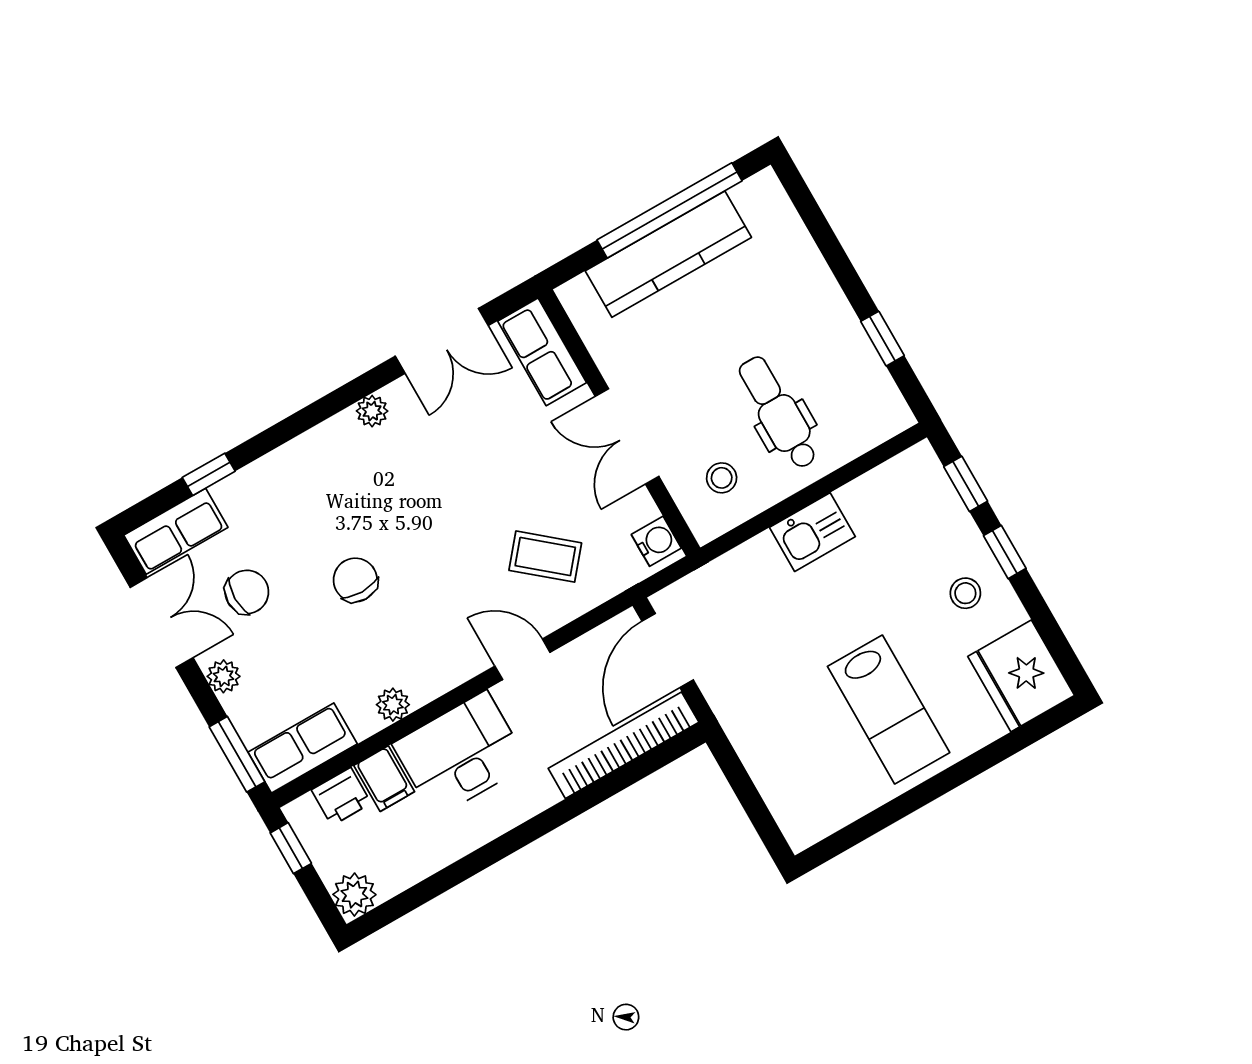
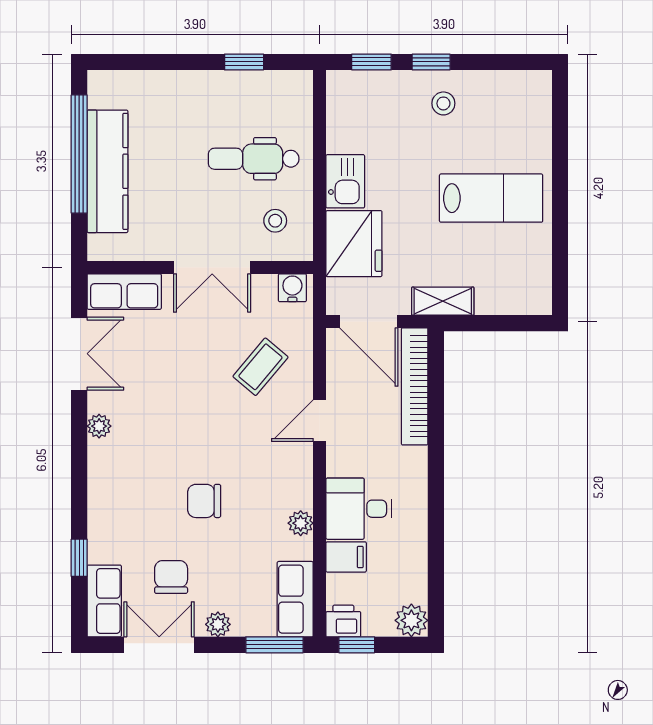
fridge: (1021, 676) -> (354, 244), moved, turned -90
shelving: (739, 722) -> (443, 301), added
desk: (461, 754) -> (359, 509), width x0.73
printer: (341, 797) -> (343, 621), moved, turned -90

